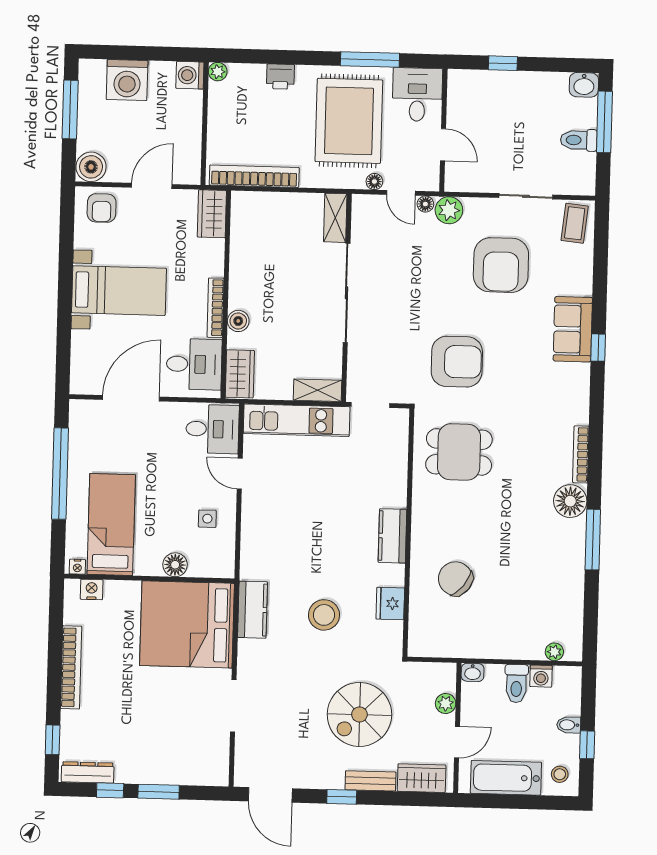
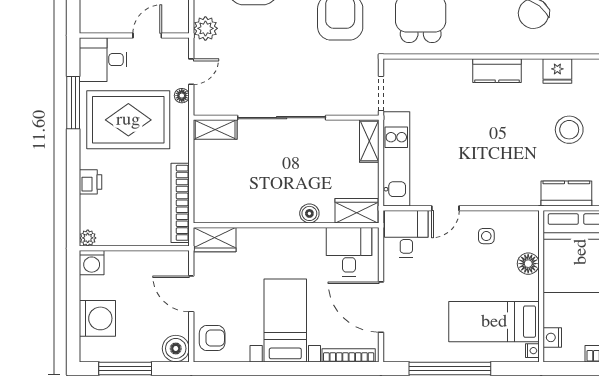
floor lamp: (425, 204) -> (201, 50), removed
bookcase: (215, 308) -> (349, 355), moved, turned 180

